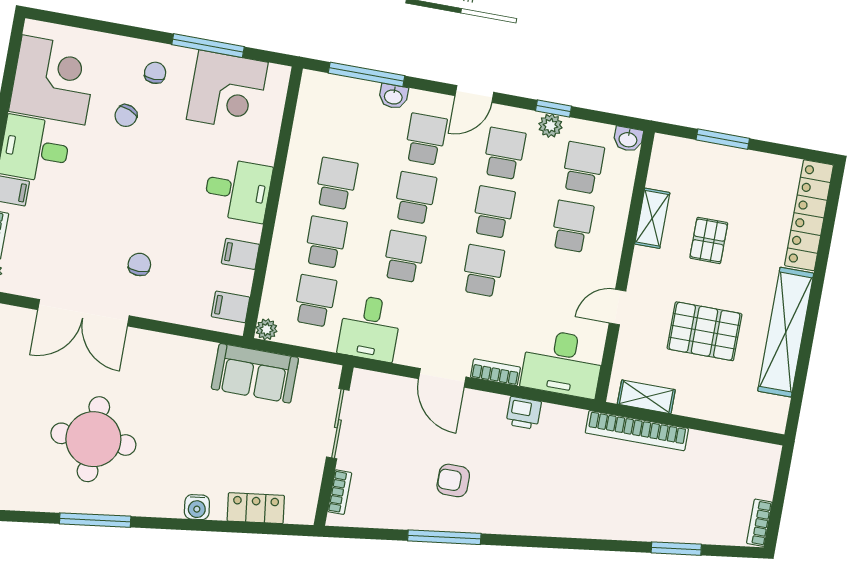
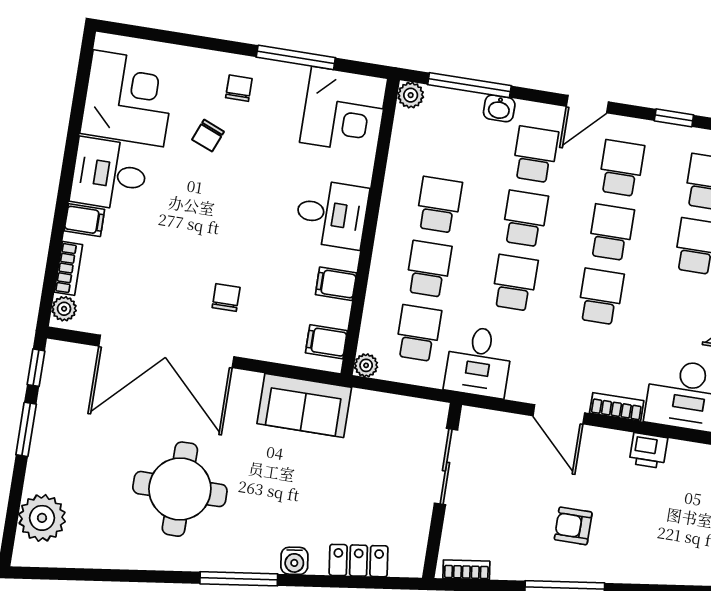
corner desk: (227, 91) -> (344, 110), moved
plant: (550, 126) -> (411, 95), moved
double door: (84, 313) -> (166, 351), width x1.36
sofa: (255, 373) -> (304, 405), moved
bookcase: (340, 492) -> (466, 570), moved, turned -97
window: (95, 520) -> (239, 579), moved

